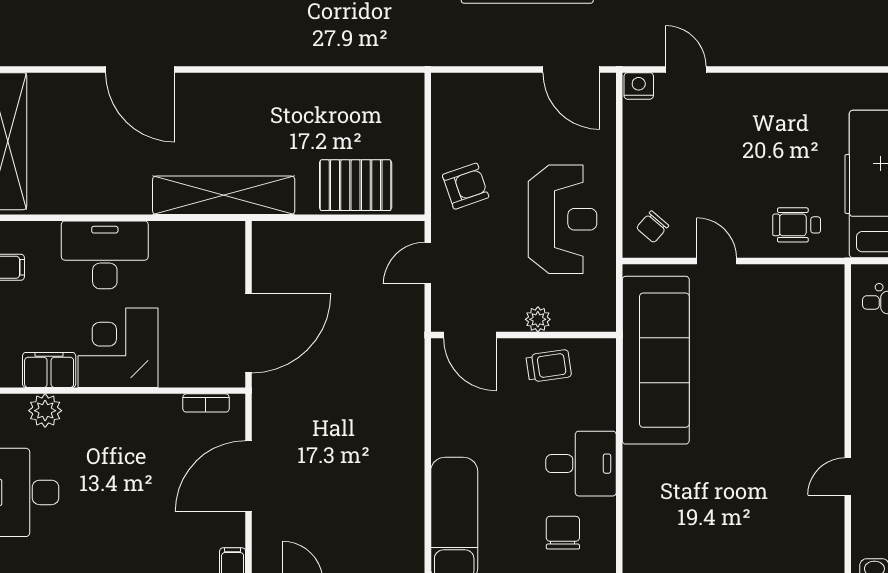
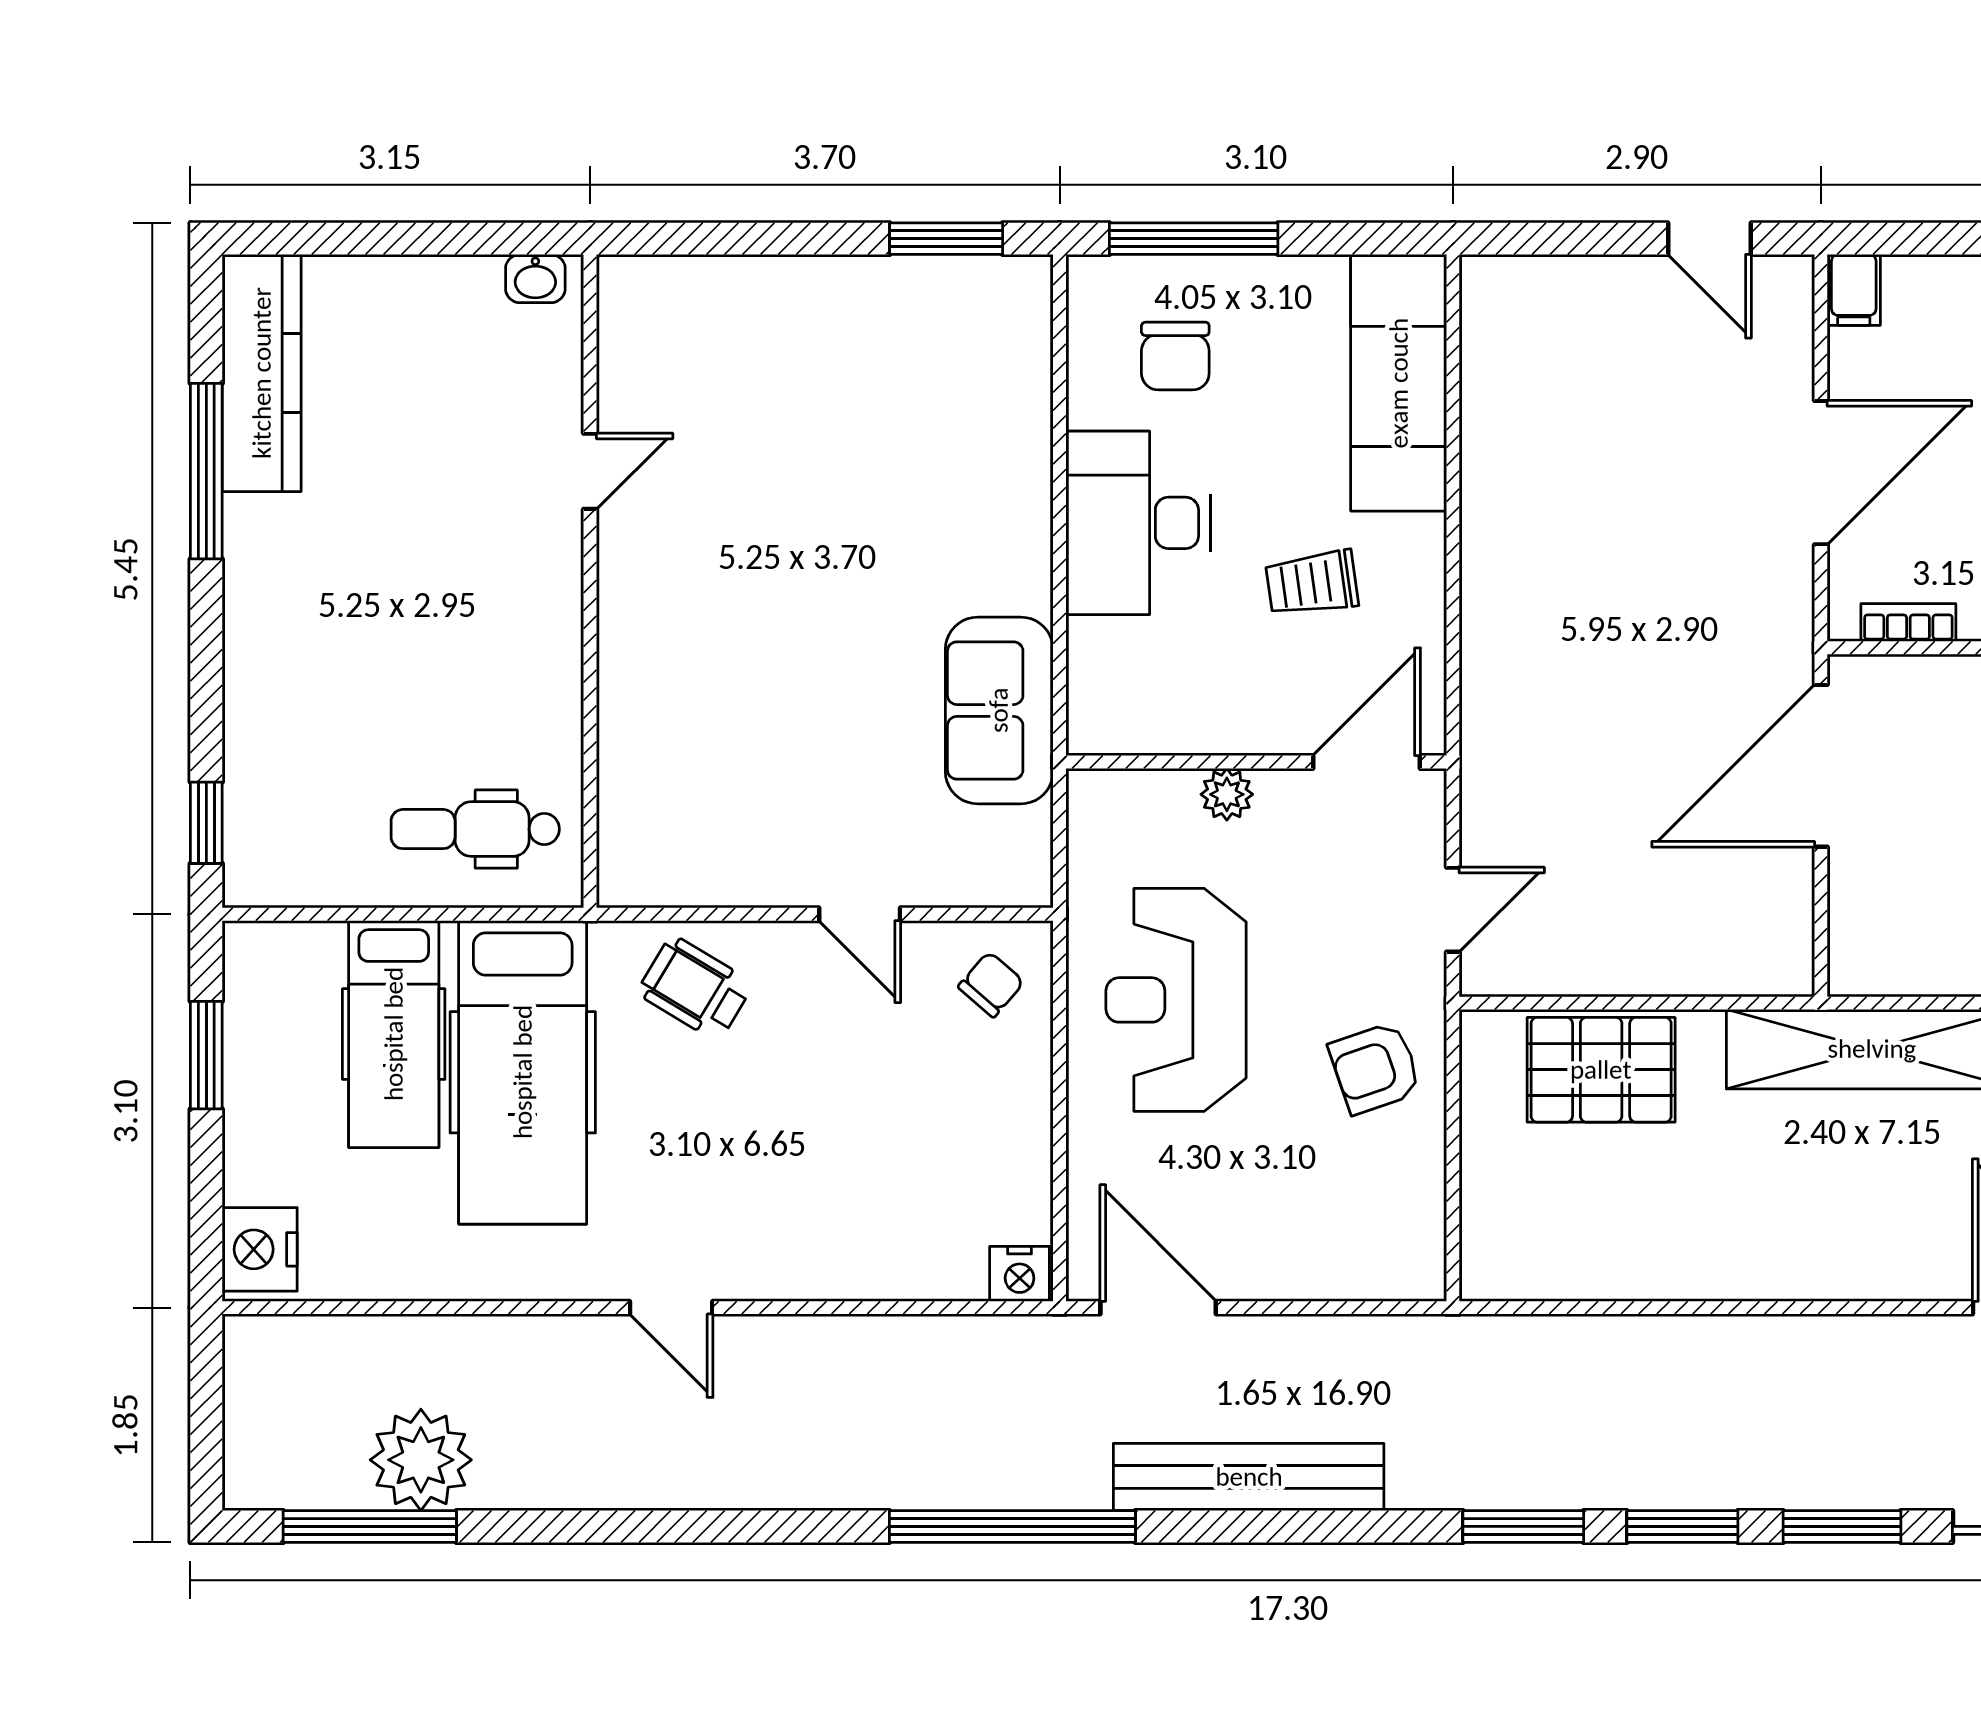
door: (686, 69) -> (671, 1308), moved
wheelchair: (797, 225) -> (695, 988), turned -149
door: (470, 335) -> (1367, 762), hinge flipped
sofa: (656, 360) -> (999, 710), width x0.54, depth x0.79
trolley: (549, 366) -> (1312, 583), moved
desk: (581, 464) -> (1138, 523), width x1.37

